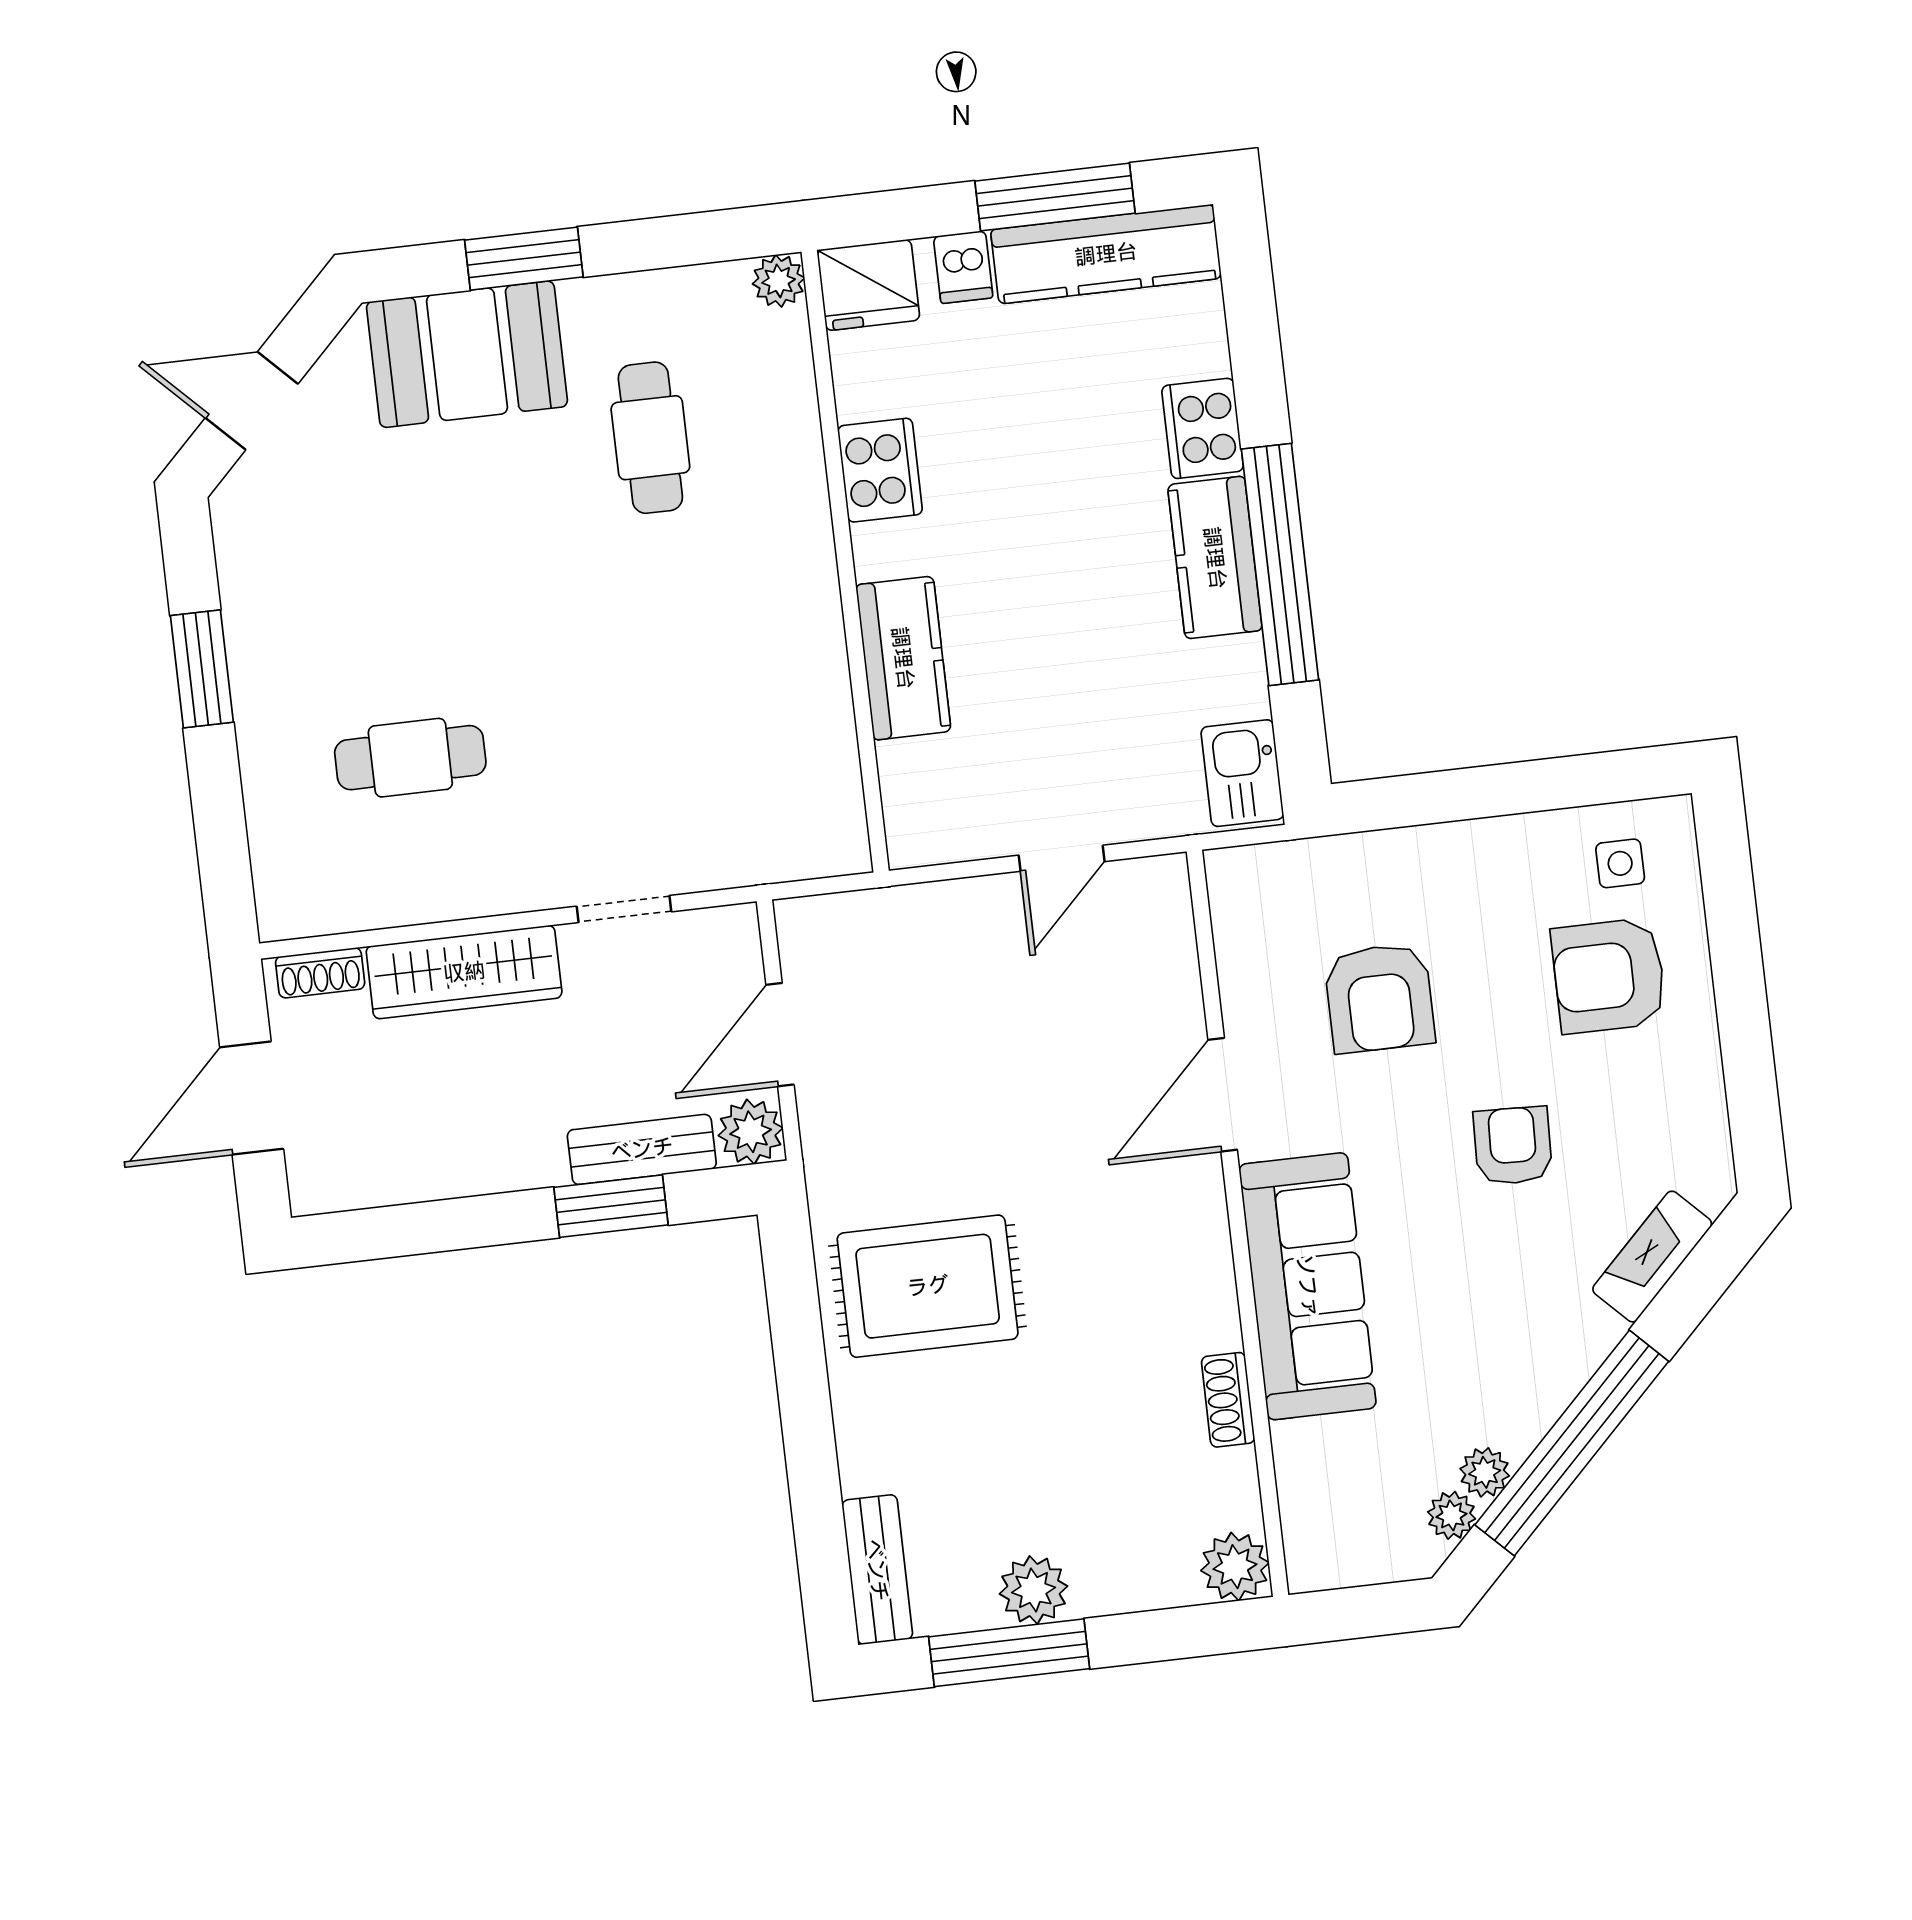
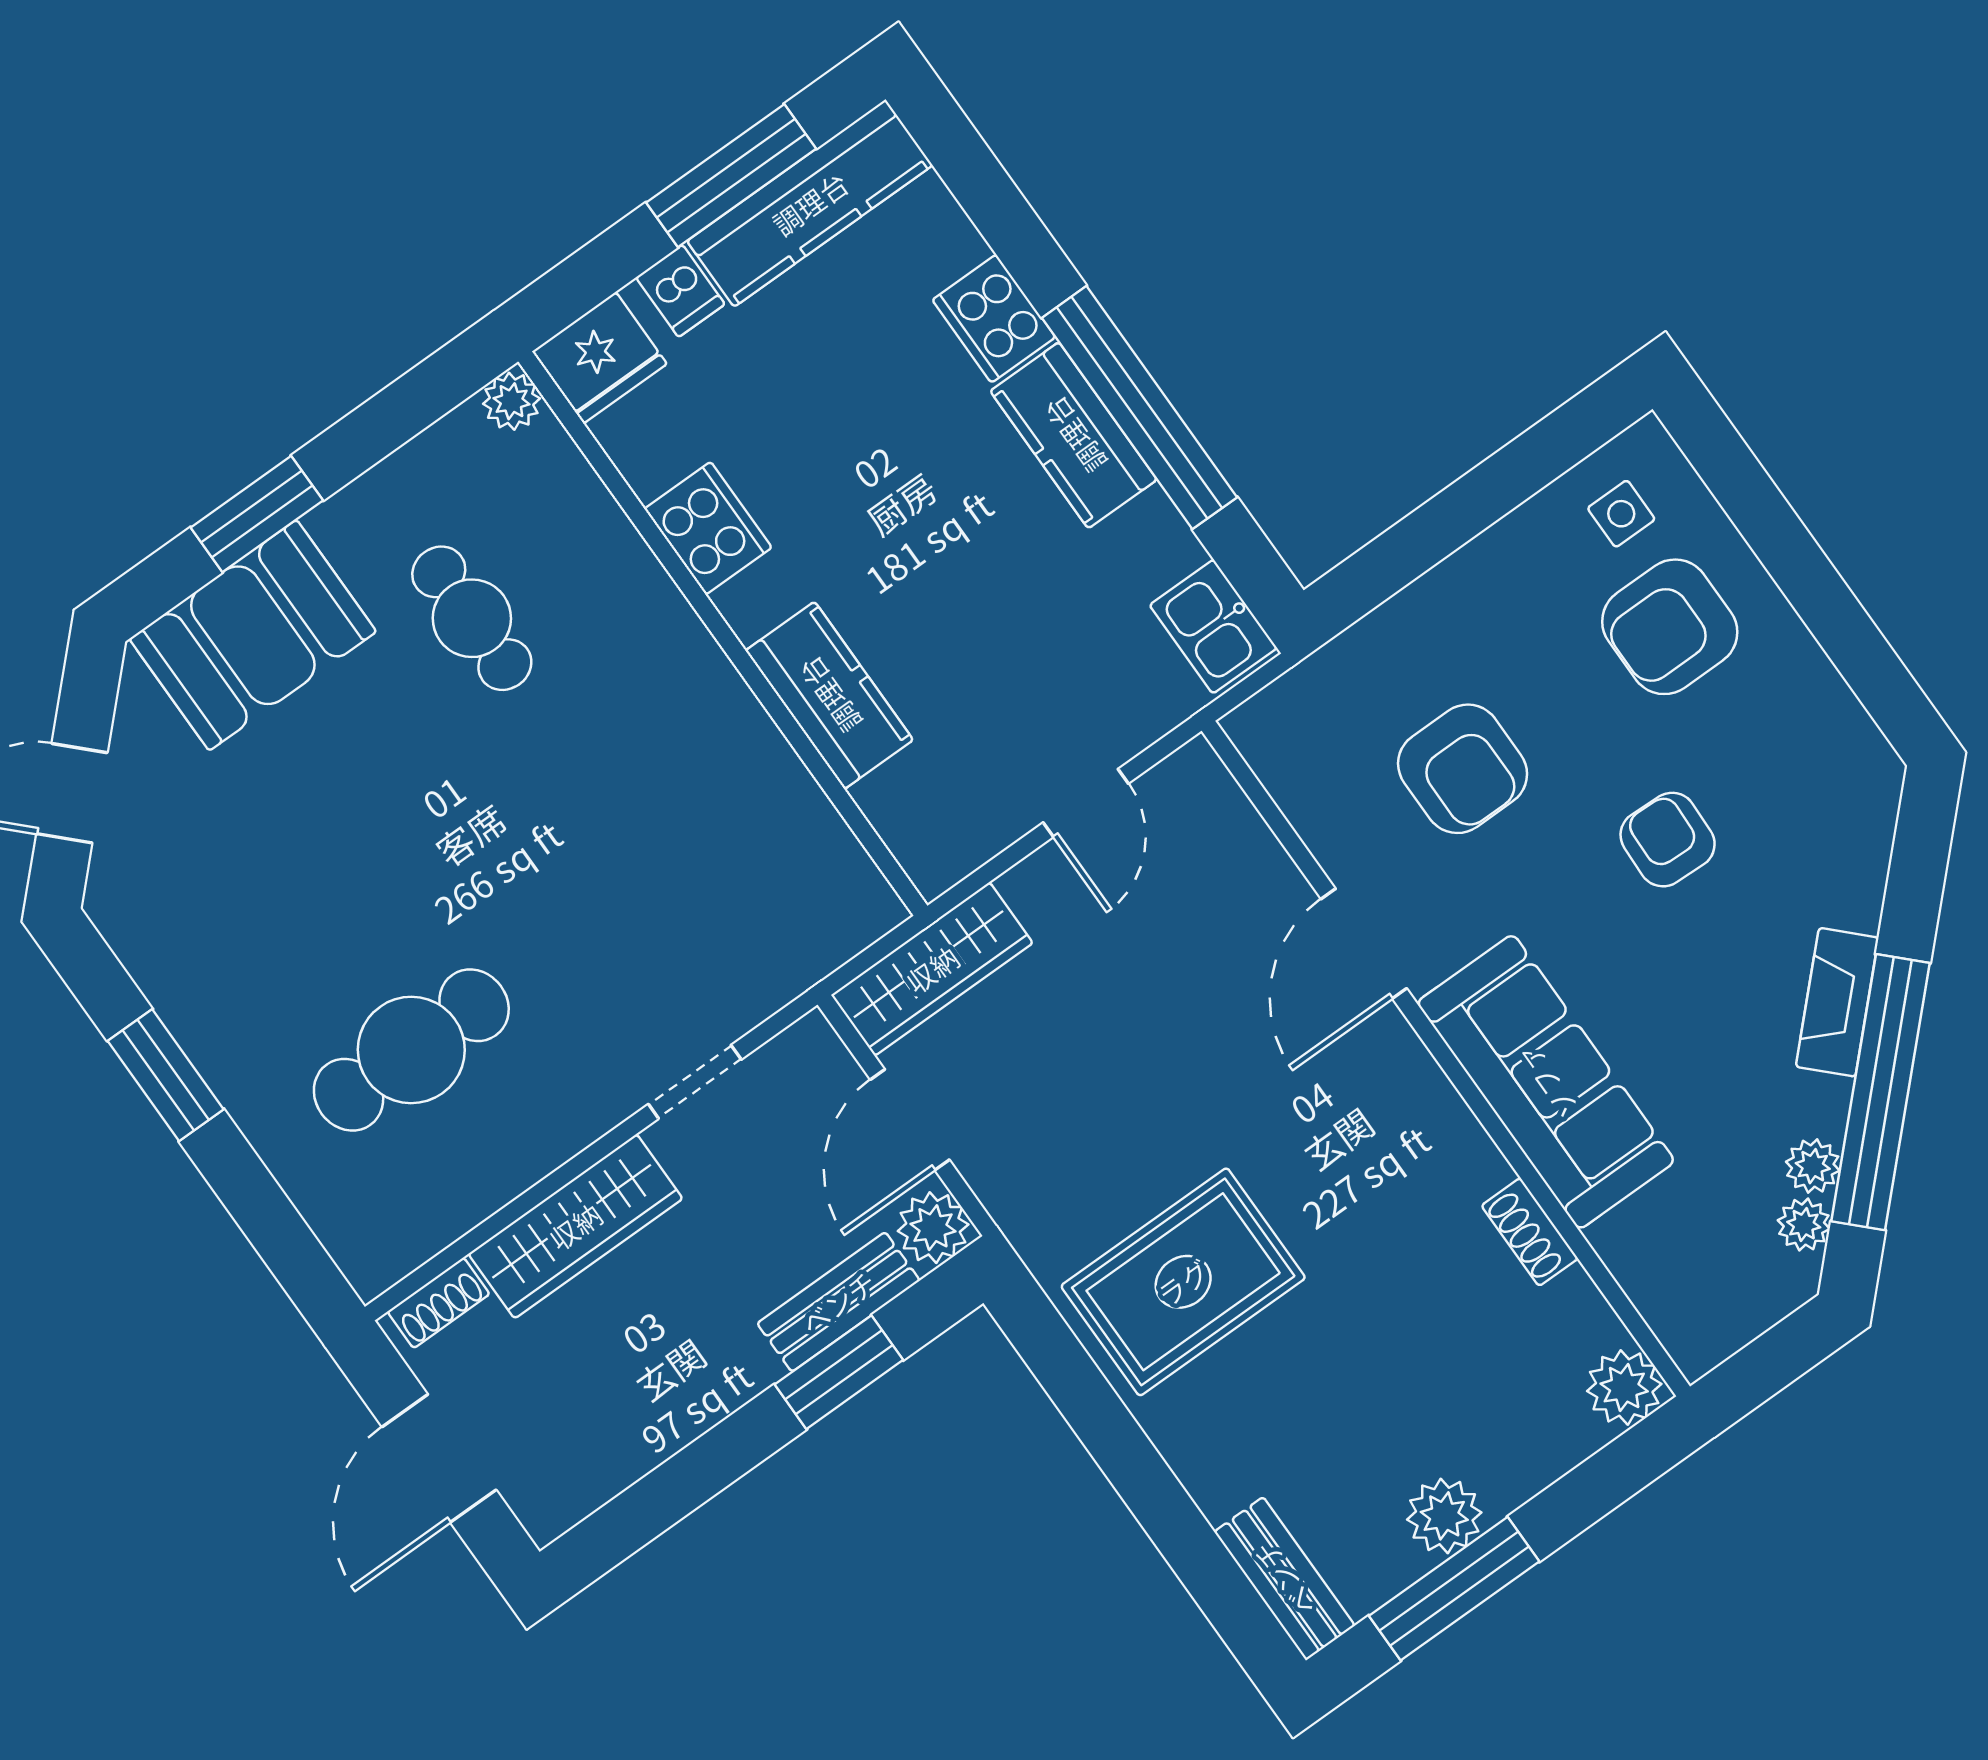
cafe table: (410, 758) -> (411, 1050), width x1.37, depth x1.35
wardrobe: (865, 923) -> (932, 969), added
fireplace: (1652, 1257) -> (1837, 1002), moved

